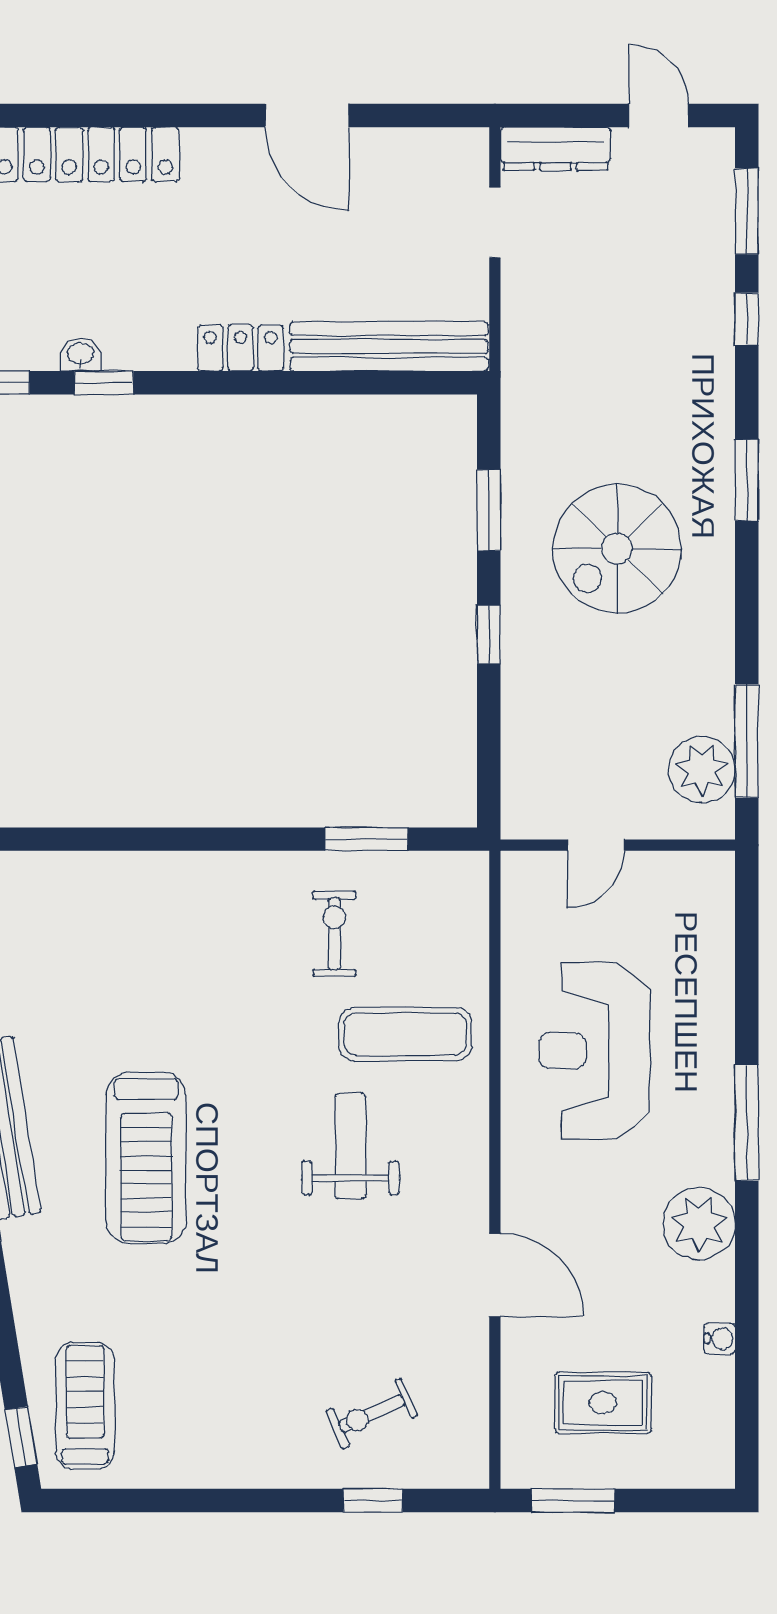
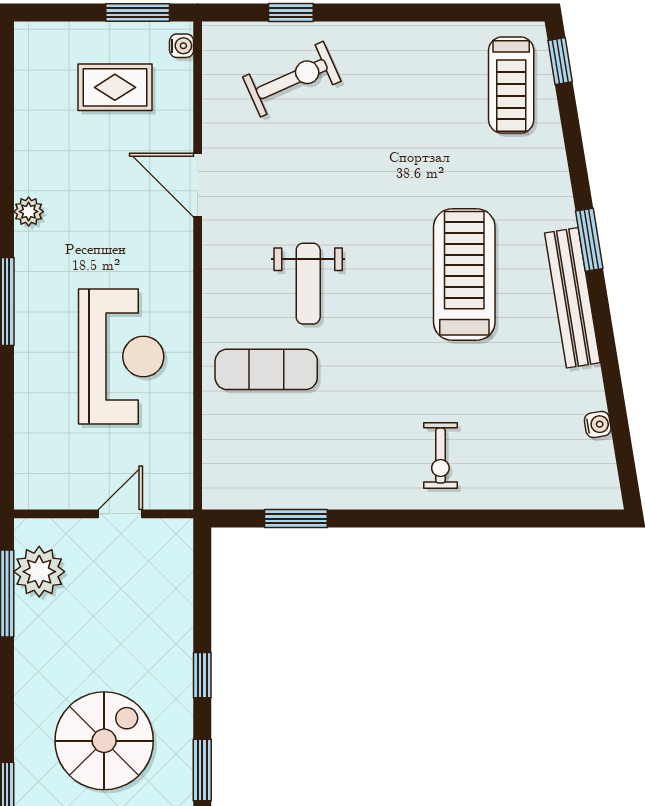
exercise bike: (334, 934) -> (440, 456), moved
plant: (699, 1224) -> (29, 212), width x0.53, depth x0.53
water cooler: (720, 1339) -> (182, 46), moved, turned 180
exercise bike: (372, 1414) -> (292, 79), width x1.38, depth x1.39

